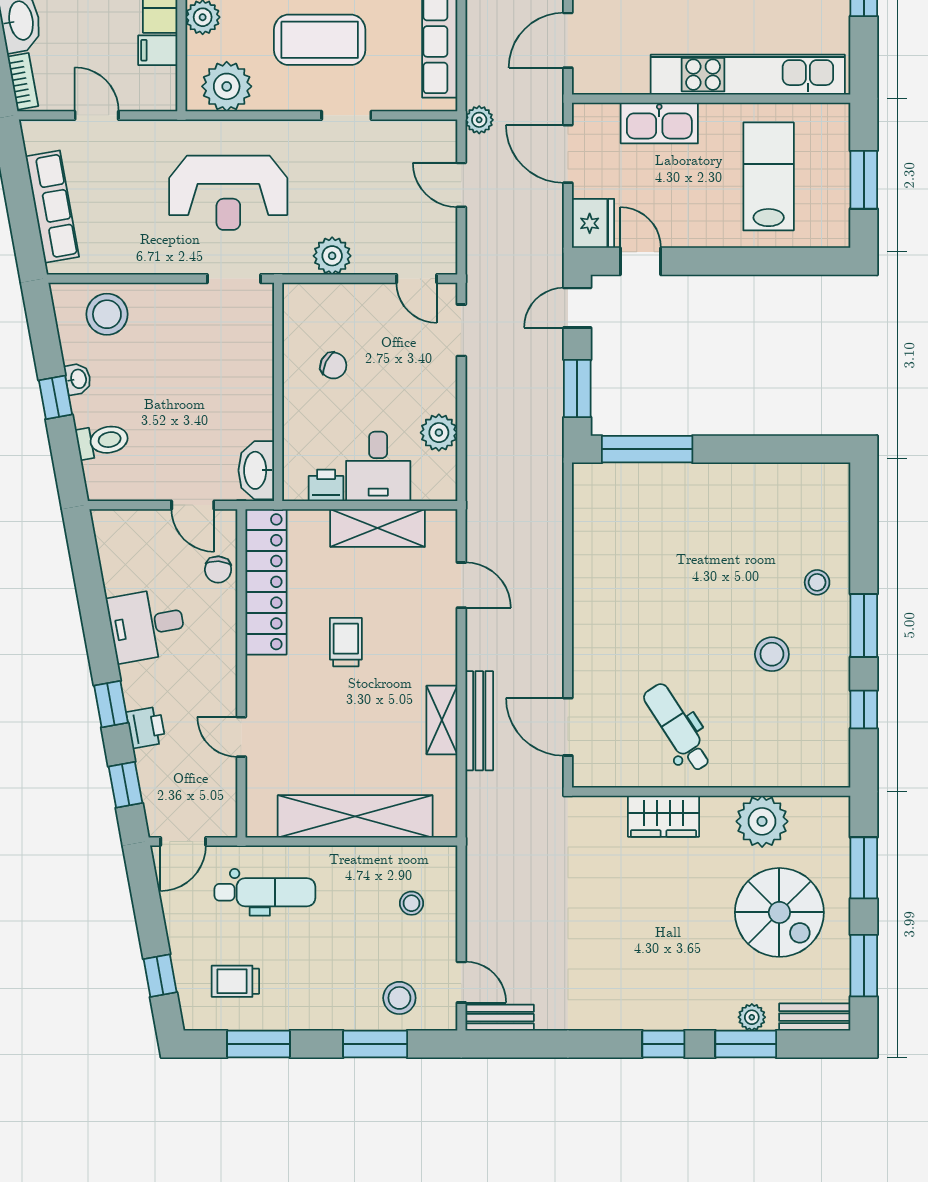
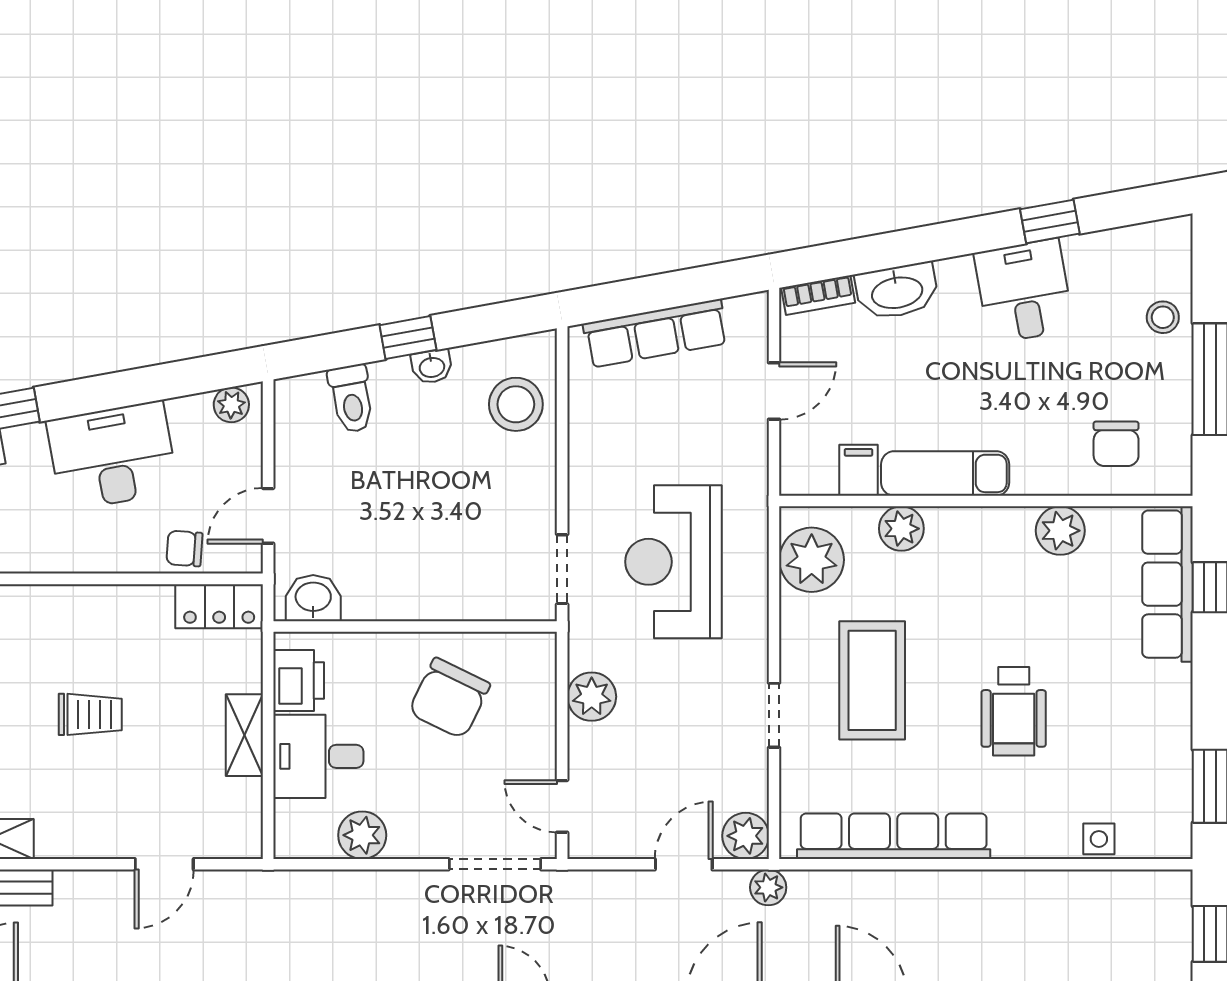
plant: (439, 137) -> (746, 836), added
door: (417, 279) -> (562, 806), hinge flipped
doorway: (461, 330) -> (495, 864), width x1.38
chair: (333, 366) -> (449, 698), width x1.87, depth x1.87
washbasin: (256, 470) -> (313, 598), width x0.72
printer: (326, 485) -> (299, 681), width x1.36, depth x1.24
shelving: (378, 528) -> (244, 735), width x0.67, depth x0.75
plant: (107, 533) -> (231, 405), added
locker: (266, 582) -> (219, 606), width x0.46, depth x0.83
desk: (147, 625) -> (112, 456), width x1.37

